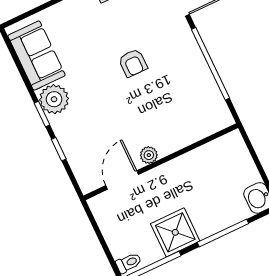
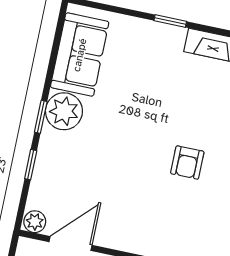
armchair: (133, 63) -> (187, 163), moved
plant: (149, 155) -> (35, 222), moved

